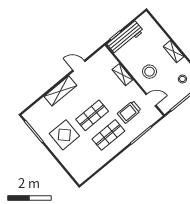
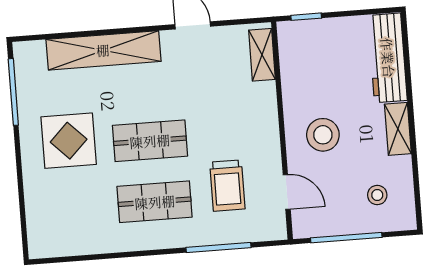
workbench: (125, 38) -> (388, 58), moved, turned 90
shelving: (122, 75) -> (262, 55), moved
shelving: (60, 91) -> (103, 50), width x1.47
trolley: (129, 112) -> (227, 186), turned -90

